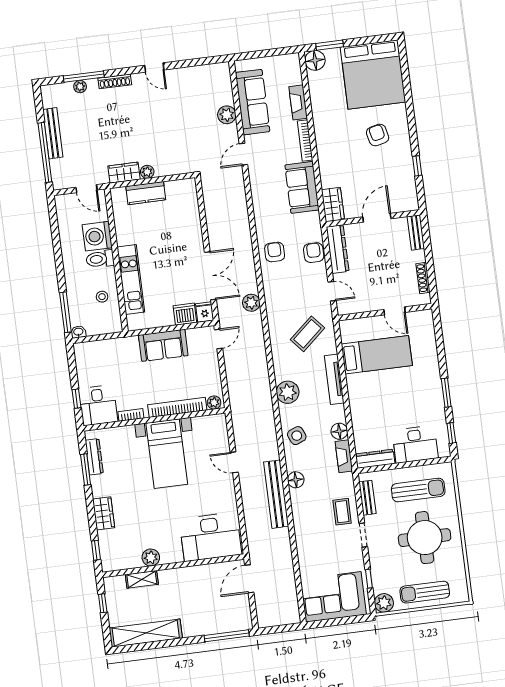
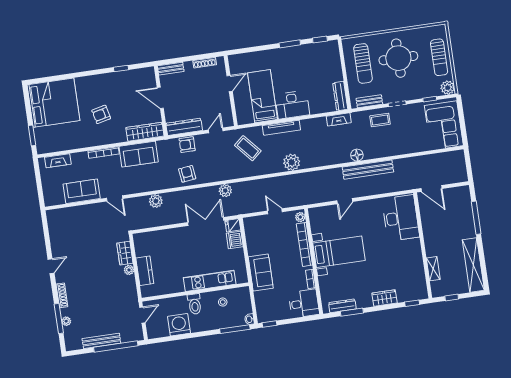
floor lamp: (315, 60) -> (44, 146), removed
sofa: (253, 102) -> (82, 191), width x0.73
fireplace: (298, 102) -> (58, 161), moved
plant: (227, 115) -> (156, 201), moved
armchair: (378, 135) -> (101, 114), moved
wardrobe: (124, 173) -> (125, 253), moved
wardrobe: (333, 205) -> (145, 132), width x1.50
washing machine: (97, 236) -> (179, 325), moved, turned 180
armchair: (275, 252) -> (187, 174), turned 83
door: (218, 339) -> (275, 211), moved
sofa: (163, 345) -> (261, 273), moved
window: (76, 399) -> (269, 324), moved
floor lamp: (339, 431) -> (320, 123), removed
side table: (297, 436) -> (324, 155), removed
desk: (415, 444) -> (292, 105), moved, turned 90
sun lounger: (418, 490) -> (363, 63), turned 180
plant: (151, 558) -> (417, 262), removed
window: (227, 636) -> (476, 218), moved

